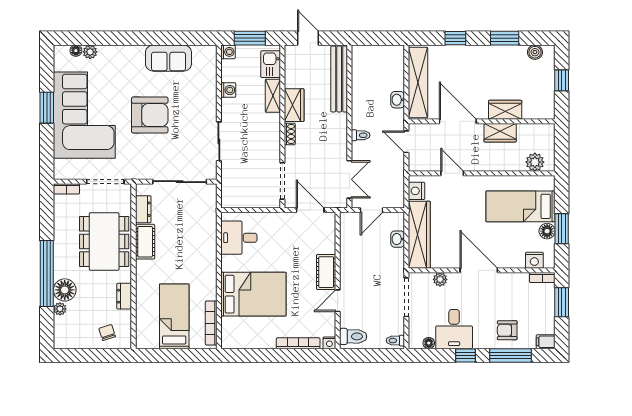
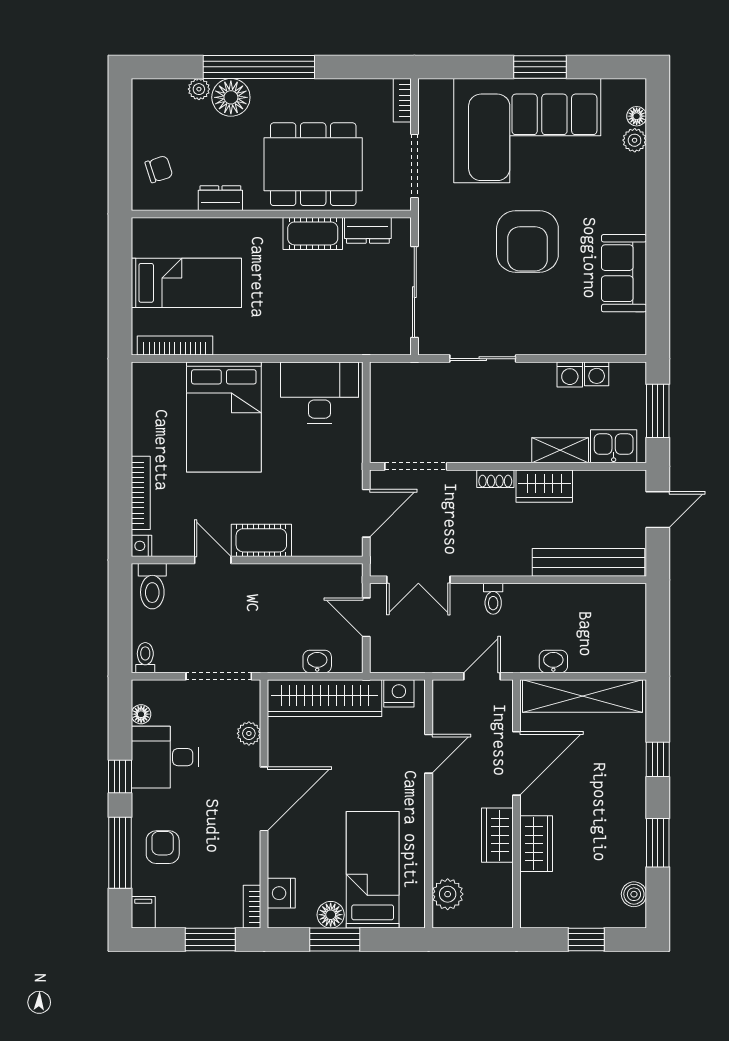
washing machine: (228, 52) -> (597, 374), moved
desk: (239, 238) -> (320, 393), width x1.37

